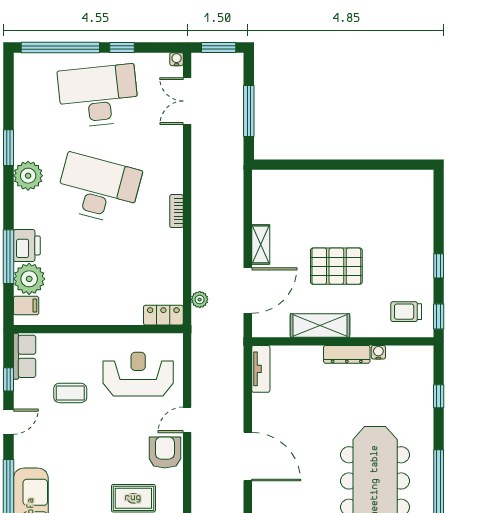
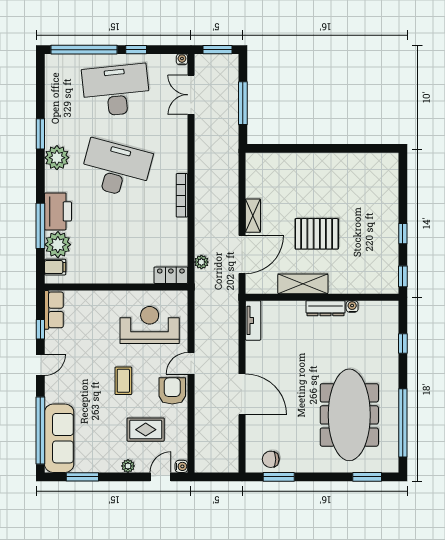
bookcase: (176, 211) -> (182, 195), width x1.56
printer: (27, 245) -> (58, 211), width x1.37, depth x1.19
trolley: (406, 312) -> (376, 272), removed
coffee table: (70, 393) -> (123, 381), moved, turned 90

